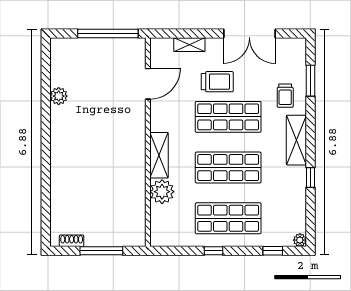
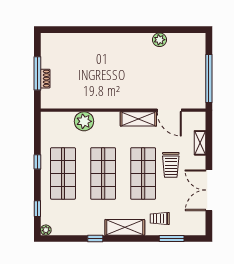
shelving: (159, 155) -> (138, 119), moved
shoe rack: (72, 241) -> (45, 79), moved

